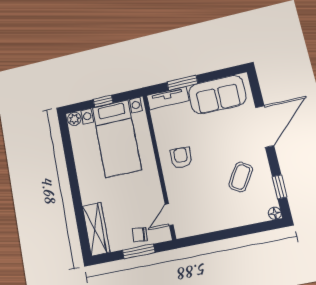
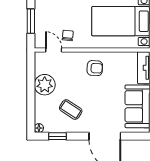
plant: (216, 217) -> (45, 85), added
chair: (140, 235) -> (68, 35), moved

